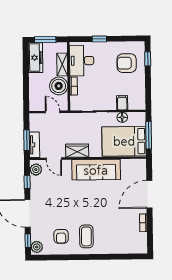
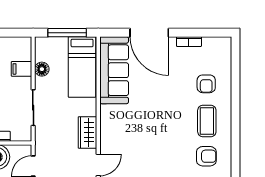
bed: (124, 141) -> (82, 67), width x0.67
sofa: (96, 170) -> (114, 70), moved
coffee table: (86, 236) -> (207, 121), turned 90
armchair: (113, 236) -> (206, 84), added

